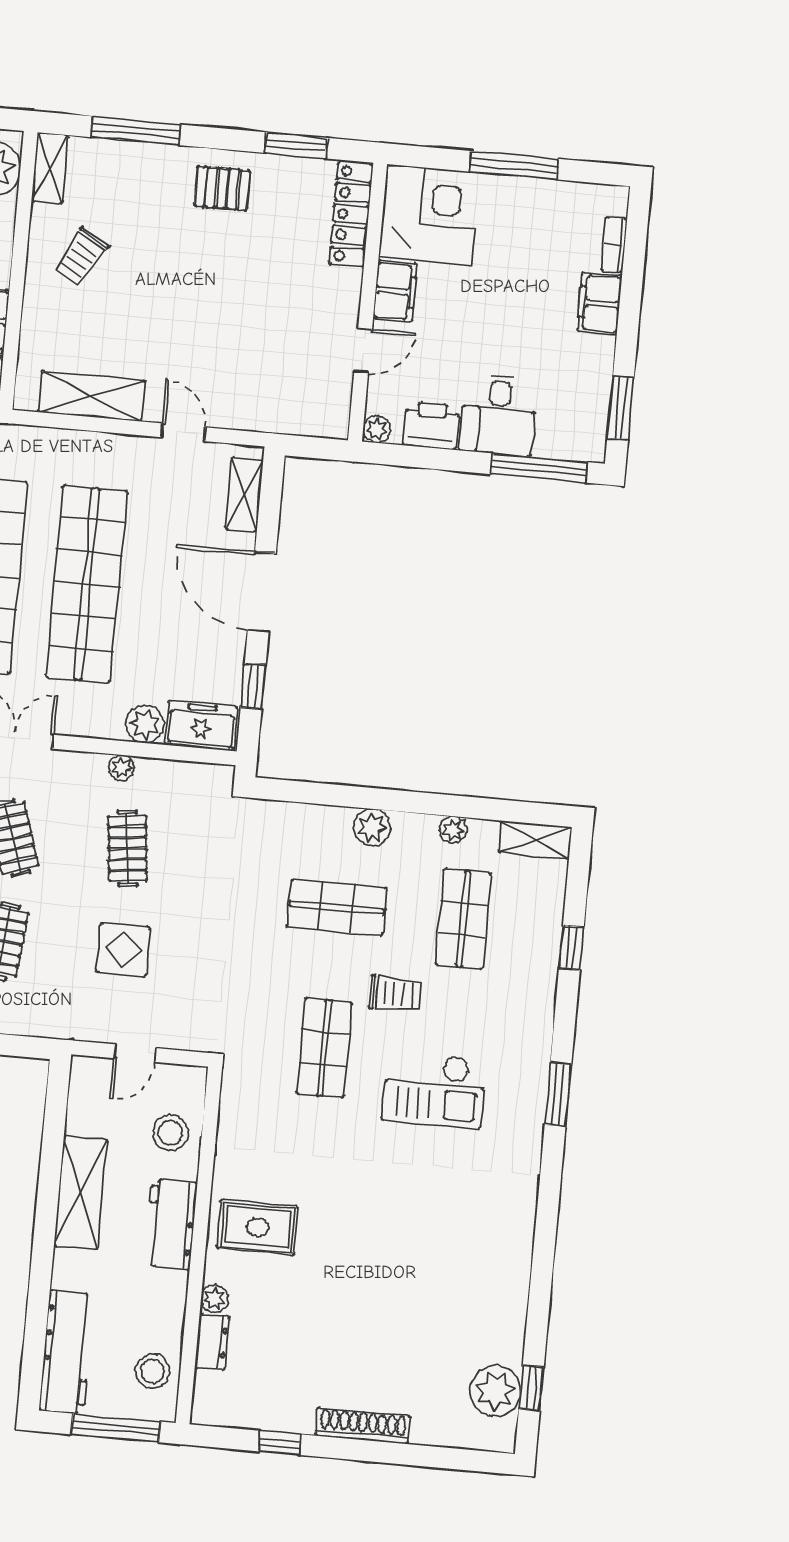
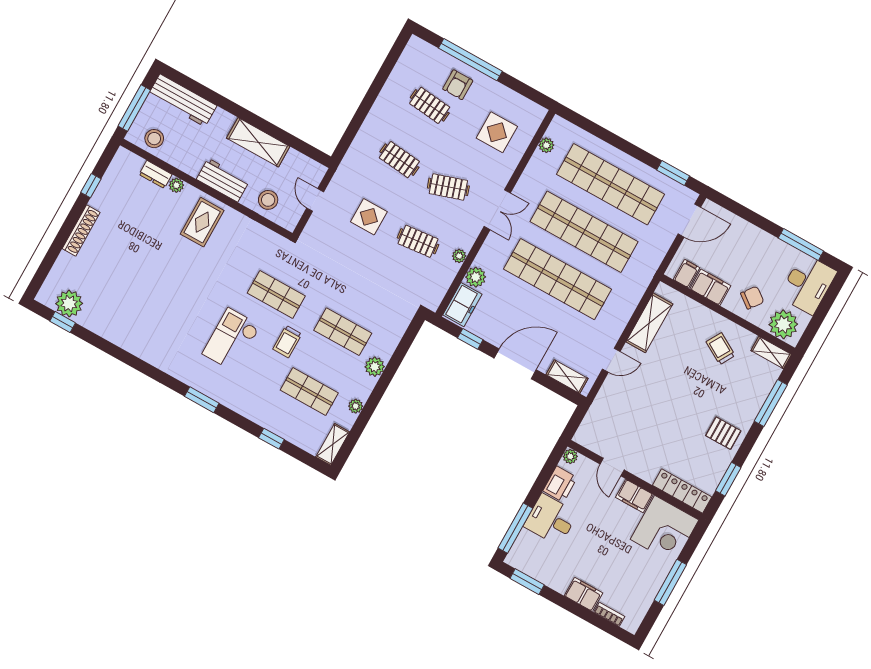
pallet: (222, 188) -> (723, 433), turned 90
shop shelf: (337, 907) -> (343, 332), turned 90

